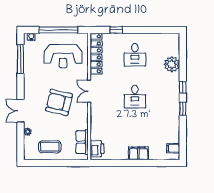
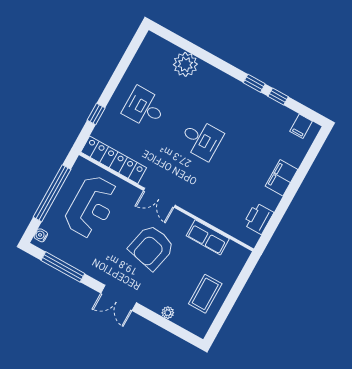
desk: (135, 55) -> (144, 108), turned 180
window: (183, 87) -> (278, 97), moved
double door: (21, 111) -> (119, 298), moved
row of seats: (82, 142) -> (208, 237), moved
printer: (97, 149) -> (258, 218), moved, turned -90

